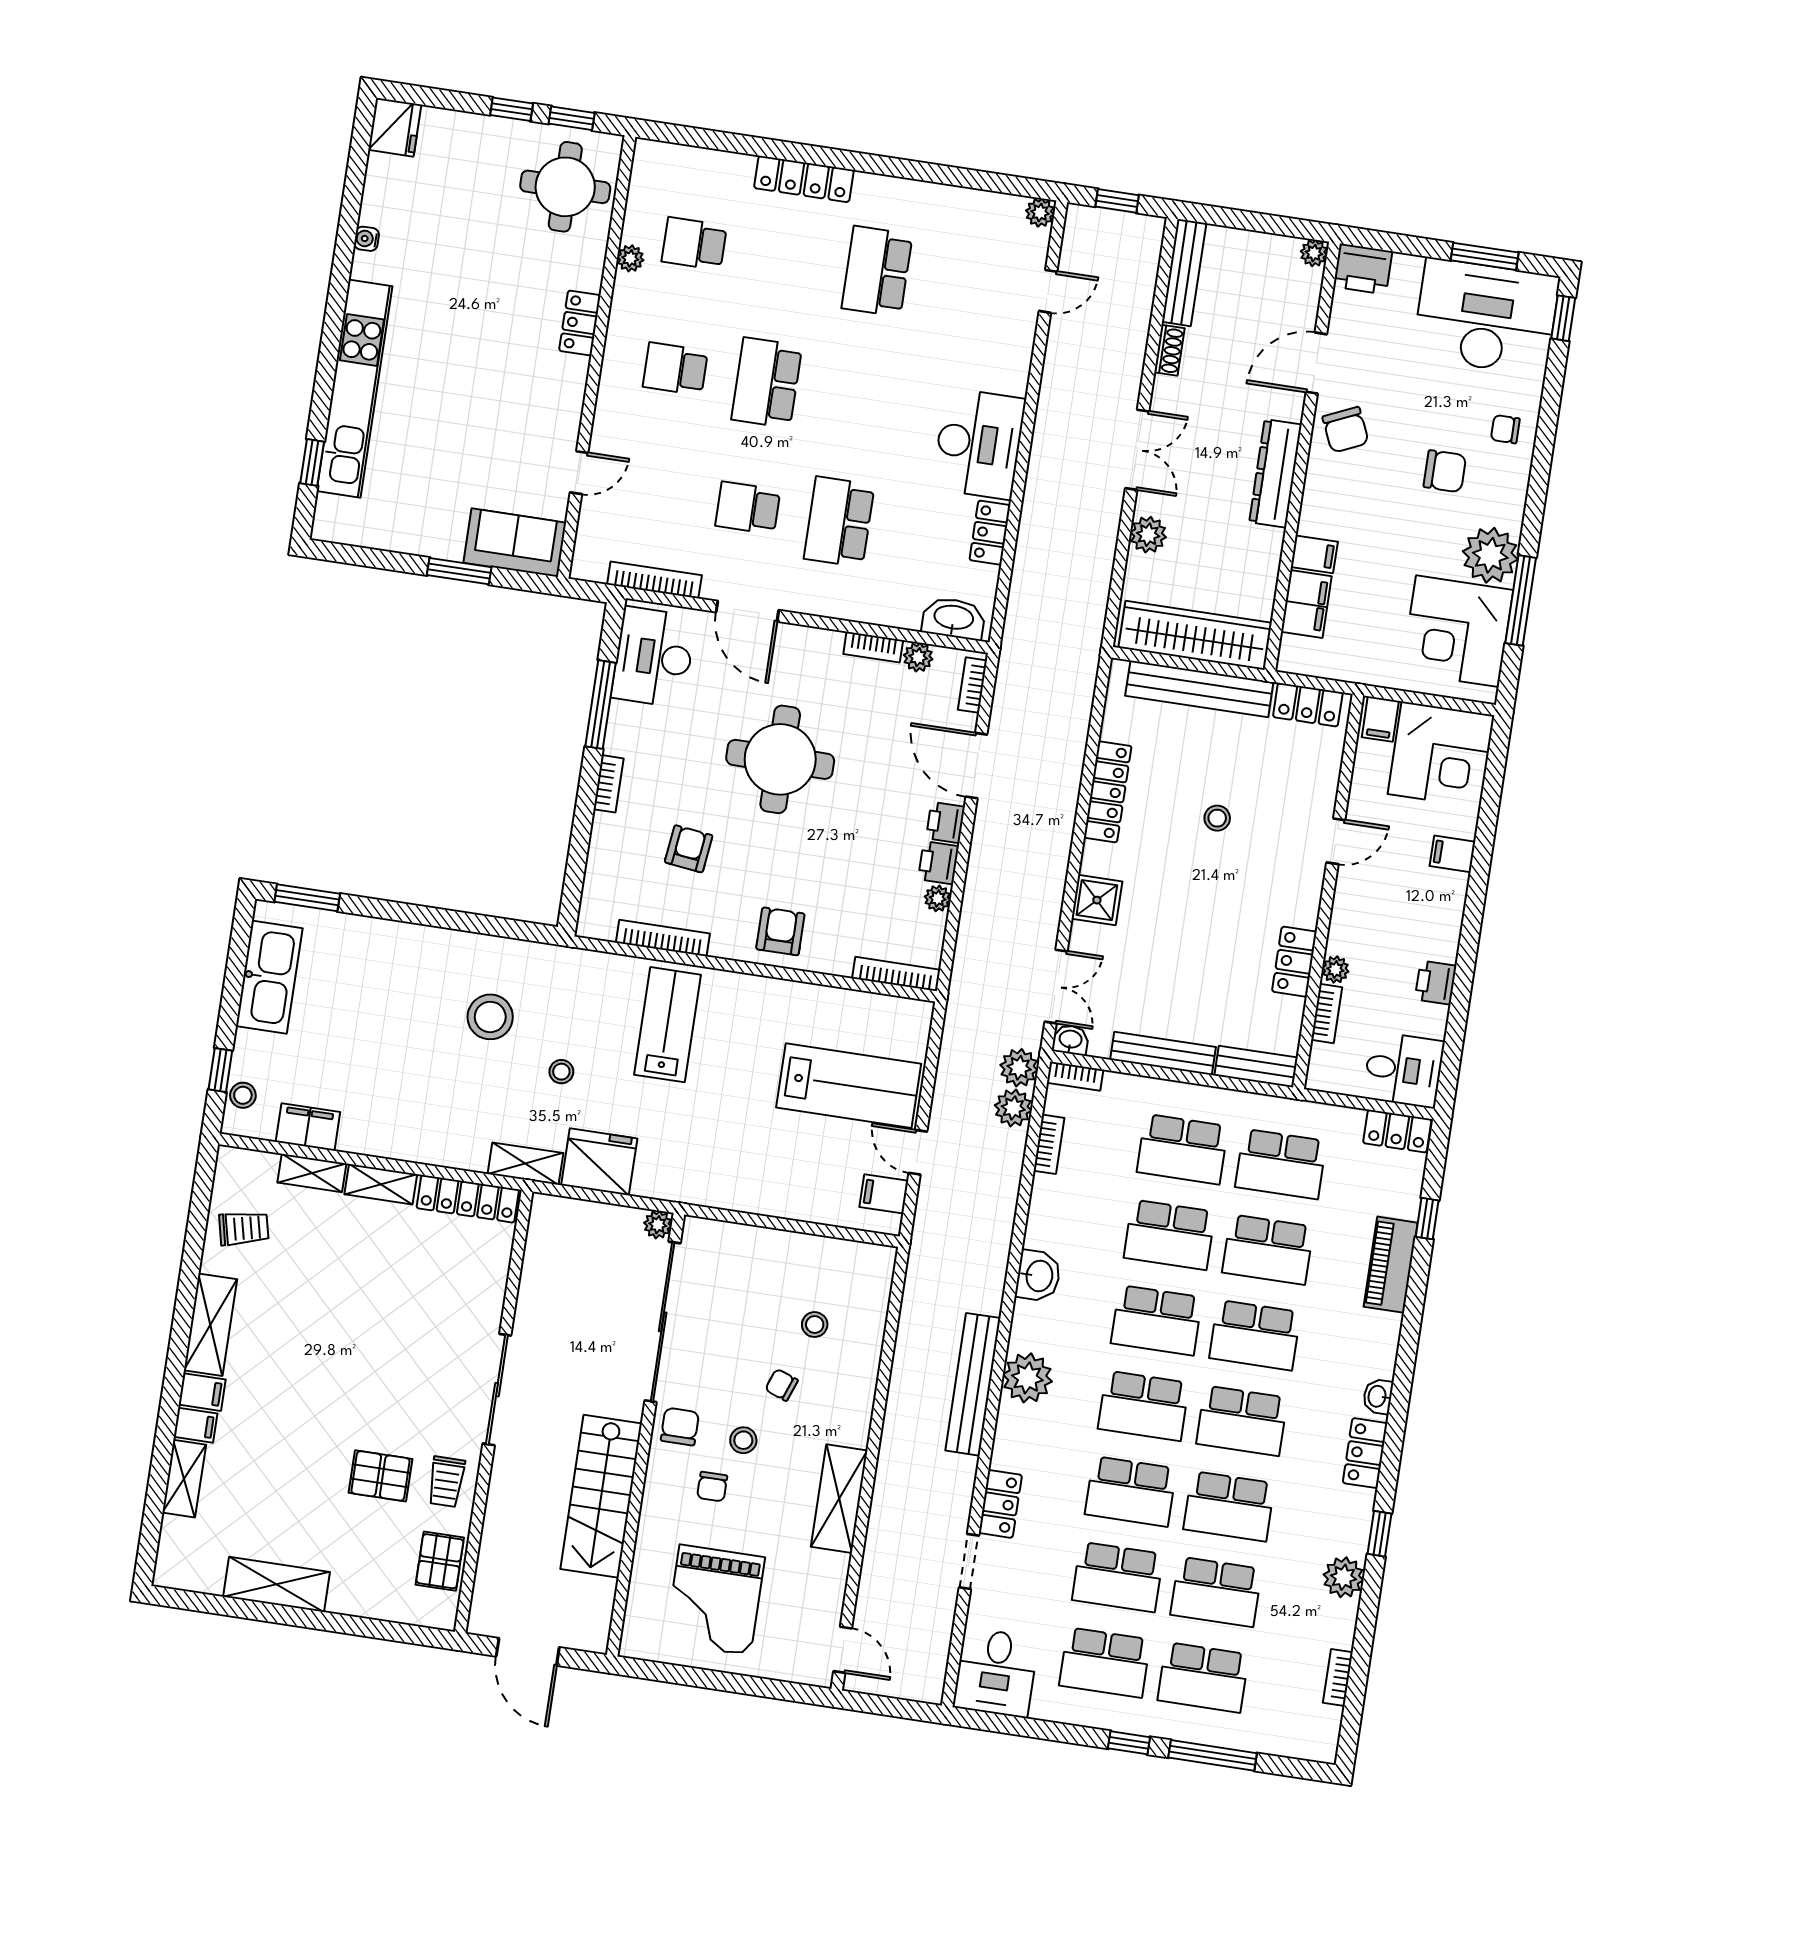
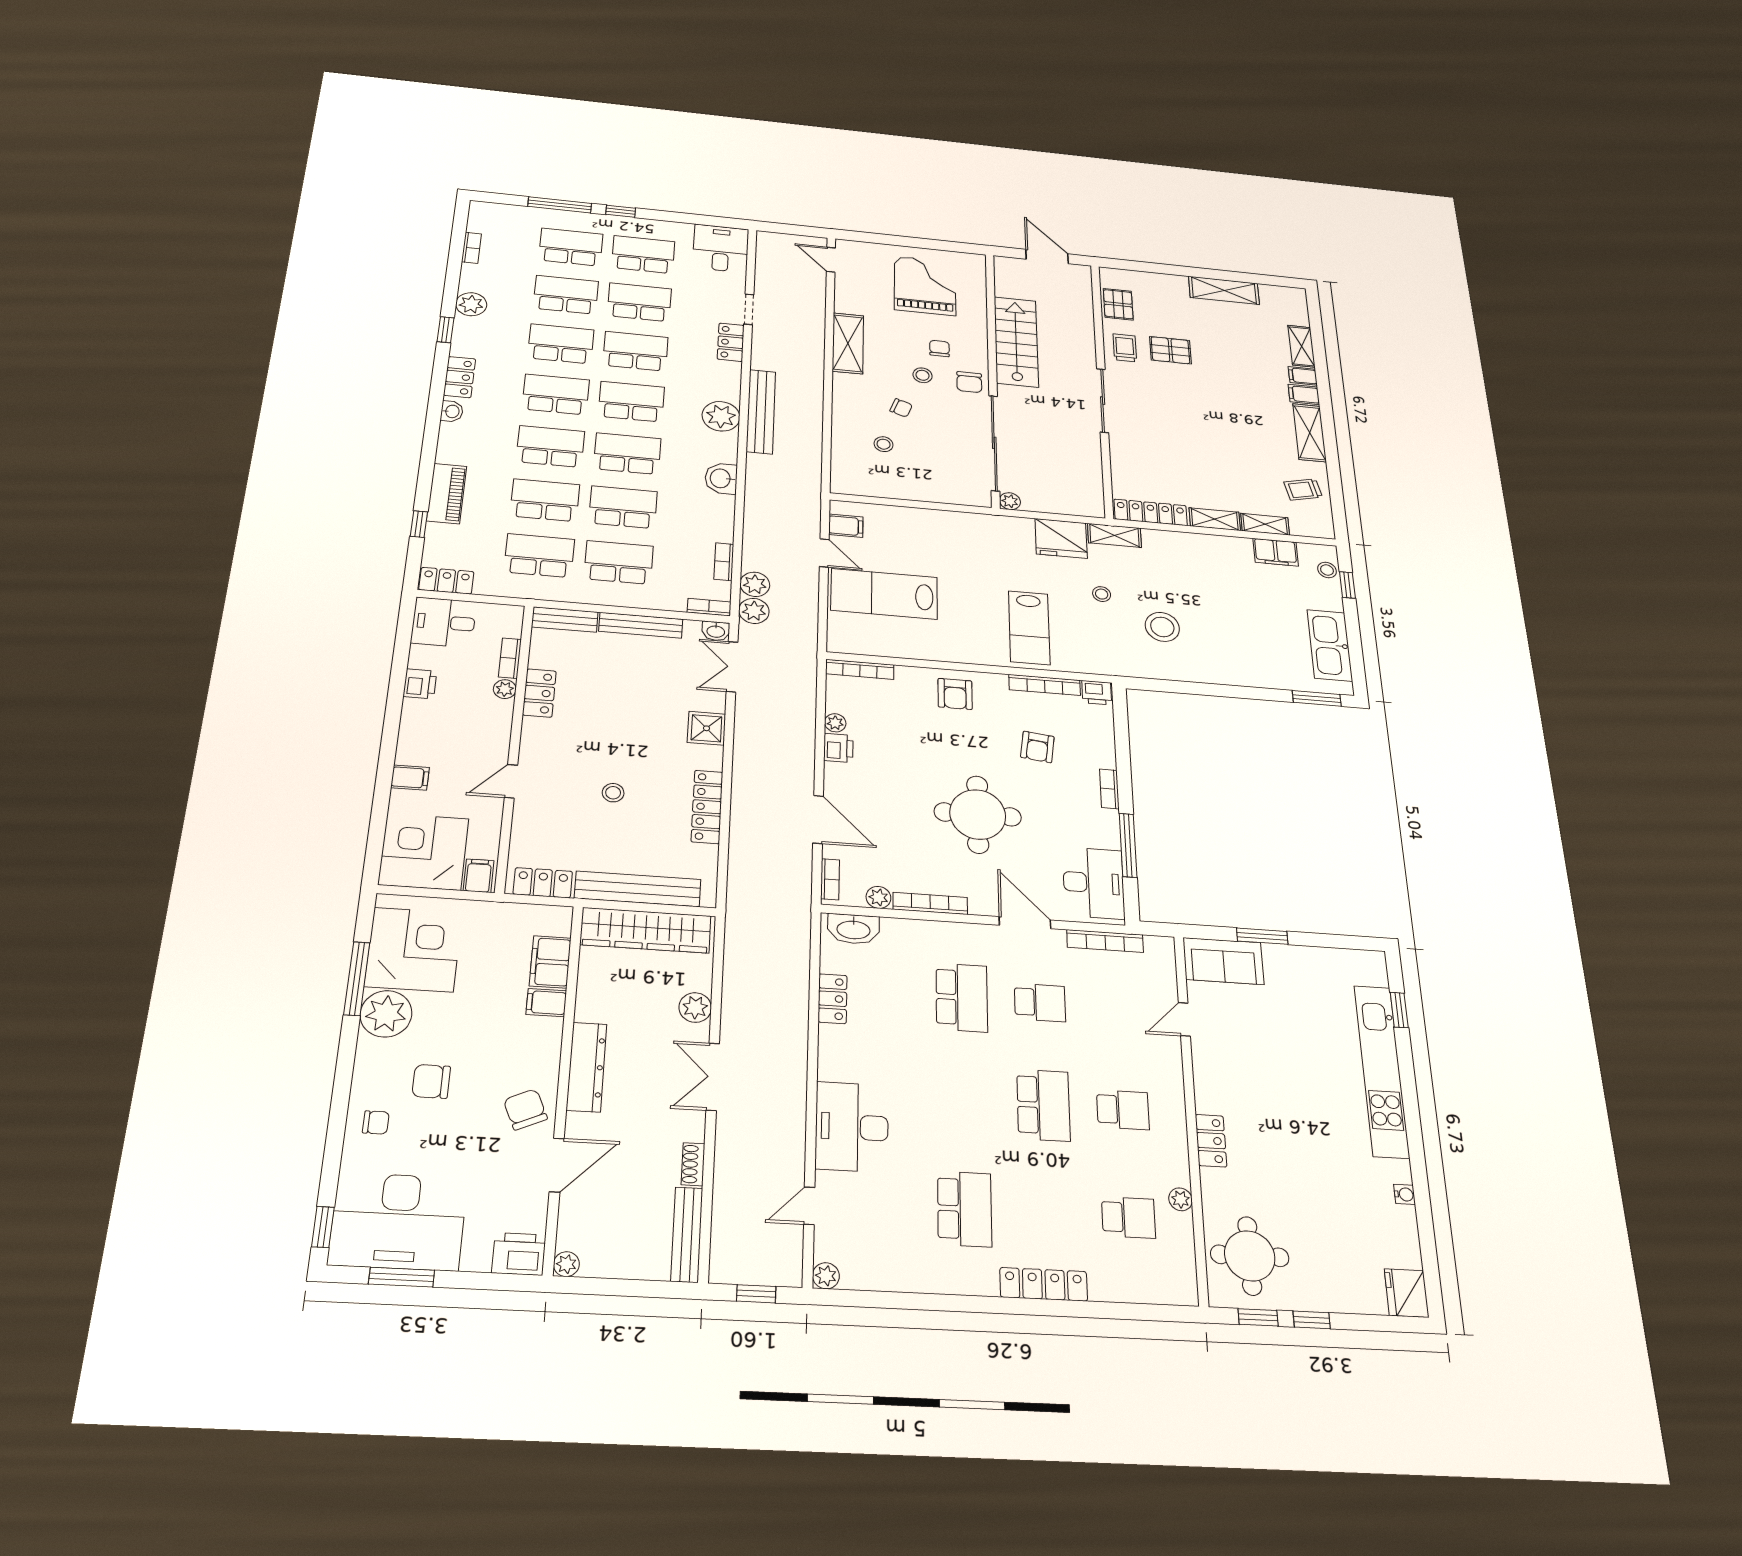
desk: (979, 444) -> (852, 1127), moved
bookcase: (873, 647) -> (930, 903), width x1.56
printer: (945, 822) -> (1097, 693), moved, turned 90

